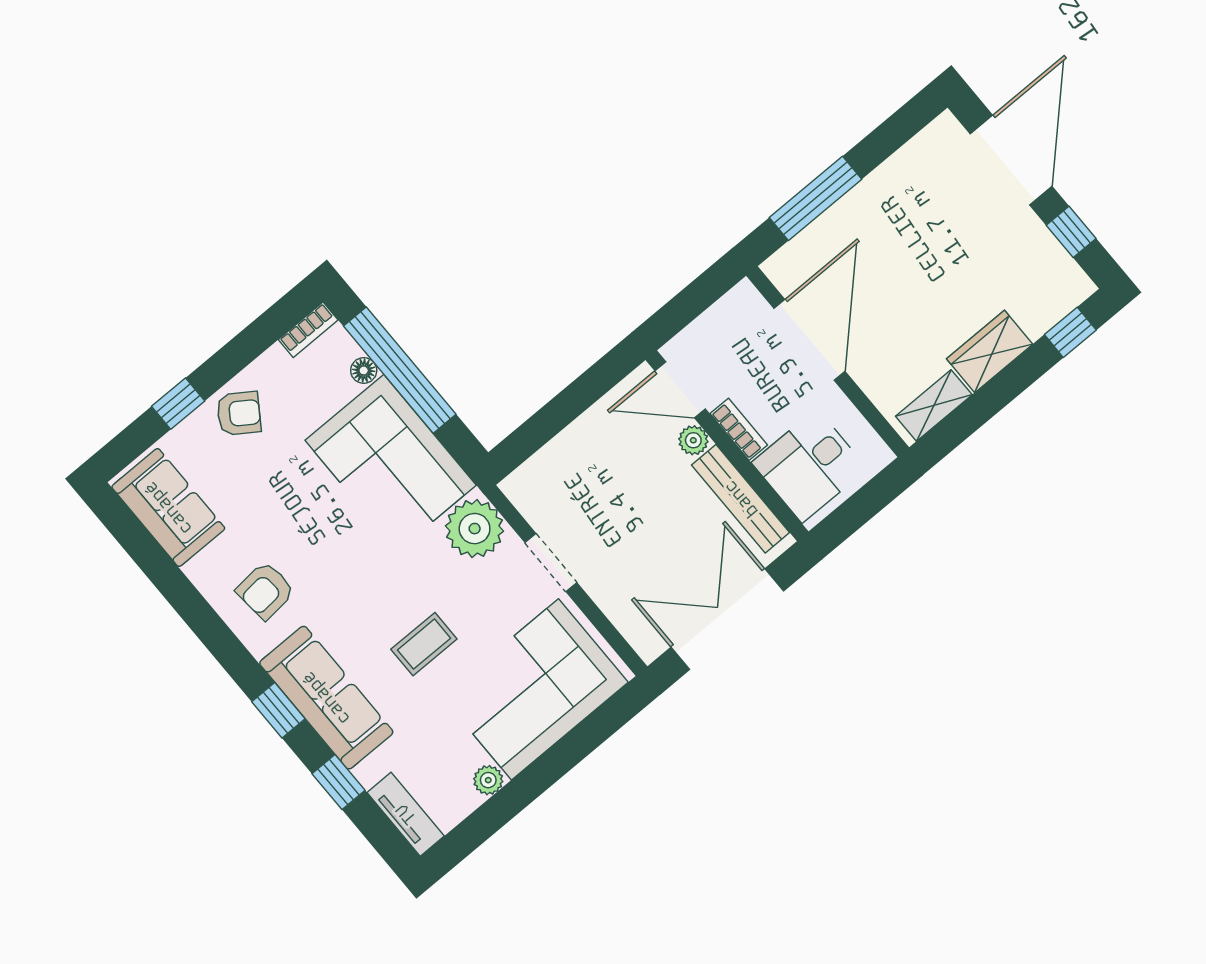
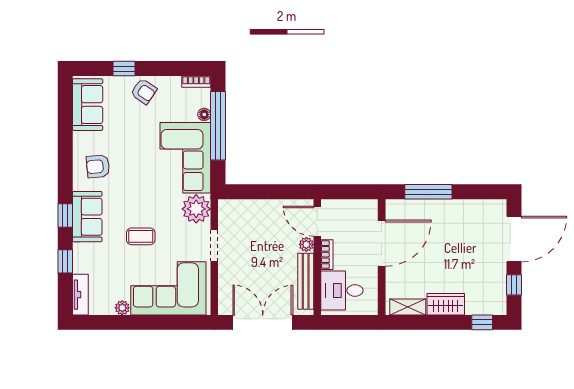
sofa: (326, 698) -> (87, 217), width x0.73

